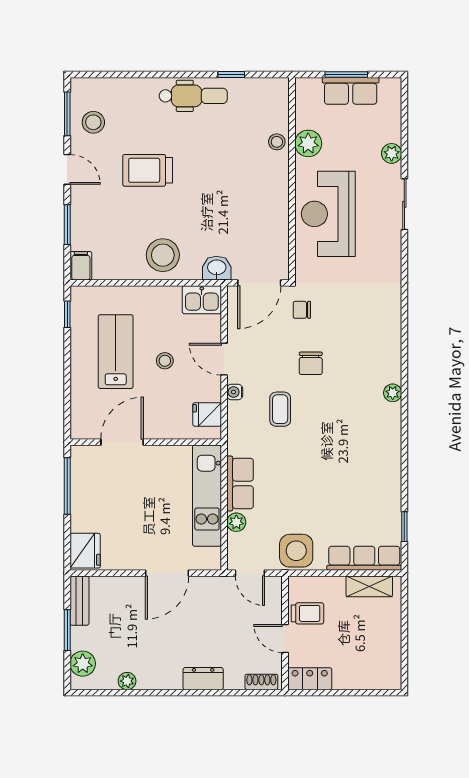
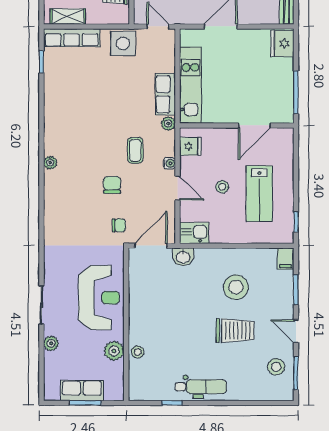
dental chair: (193, 96) -> (201, 387), turned 180
stool: (163, 255) -> (236, 287), moved
plant: (236, 522) -> (168, 123), moved

